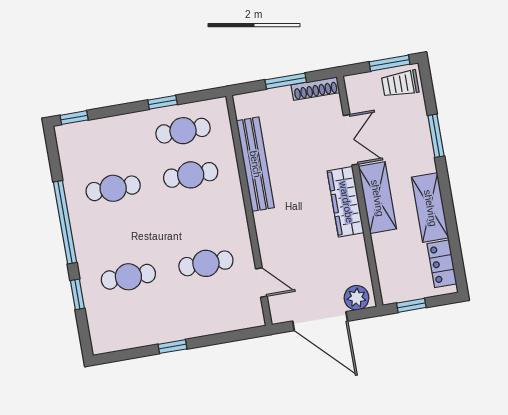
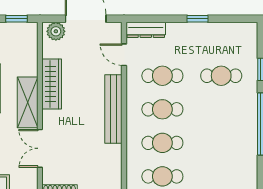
bench: (255, 164) -> (113, 109), moved
cafe table: (113, 188) -> (162, 109), moved
wardrobe: (346, 202) -> (52, 84), moved
dresser: (238, 320) -> (146, 30), added

